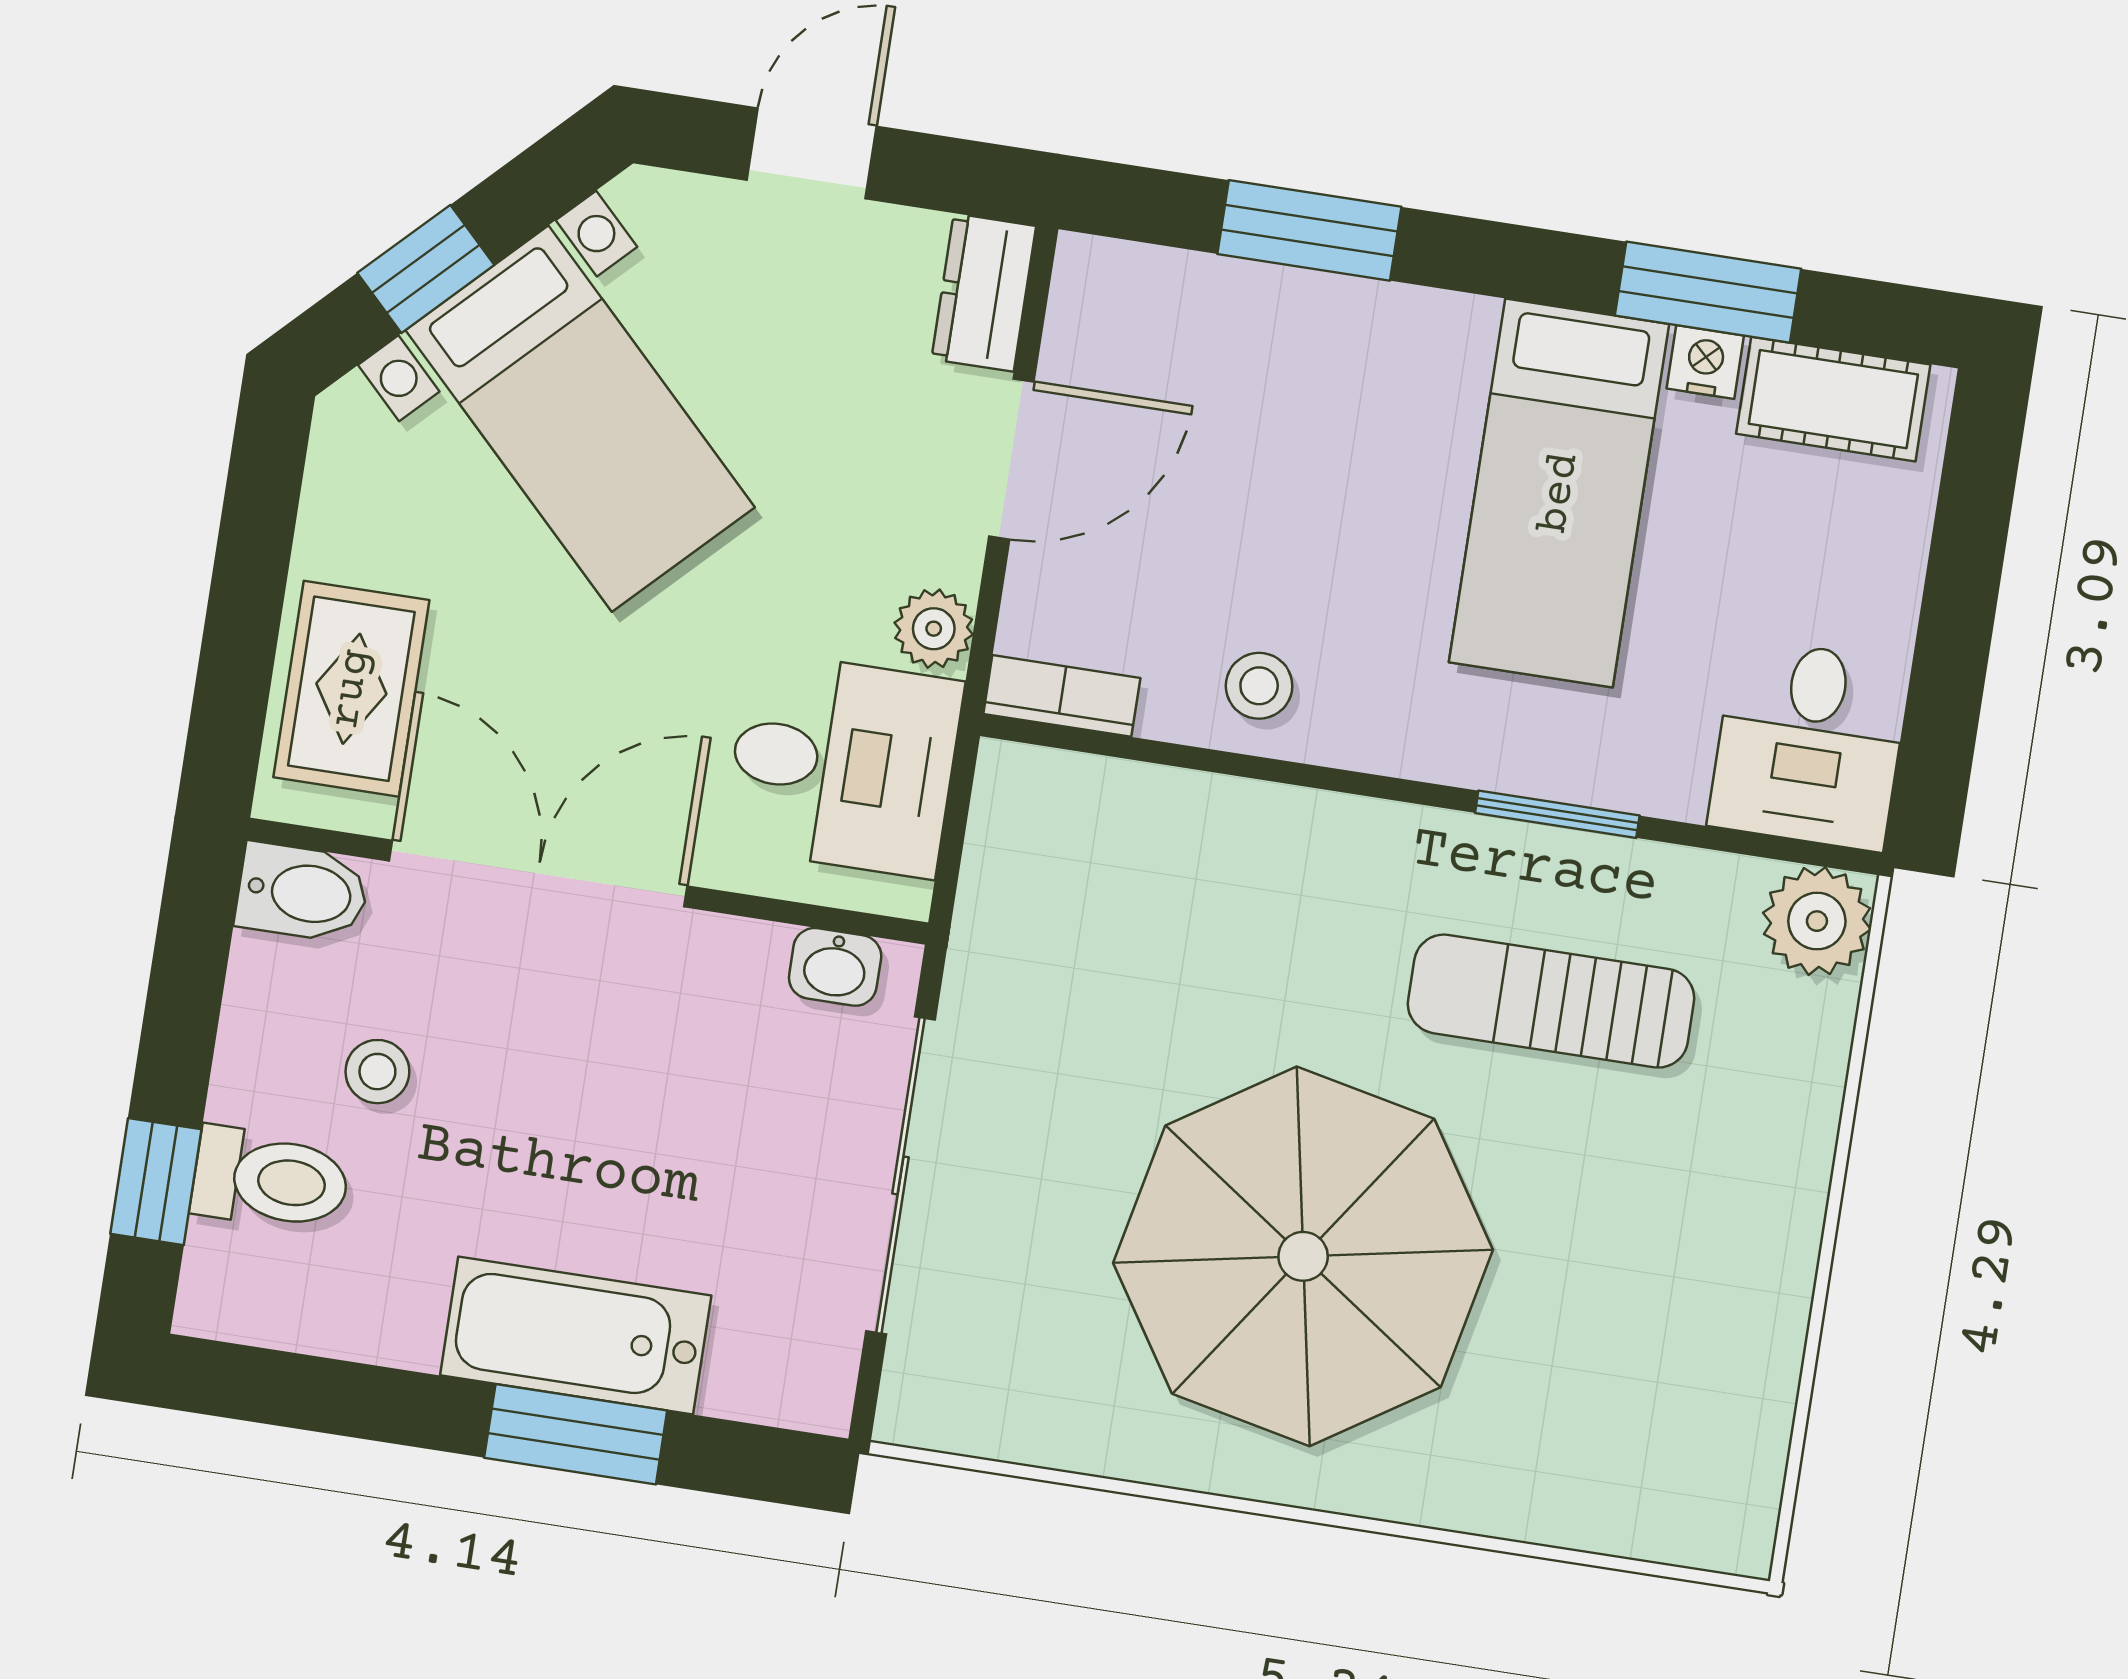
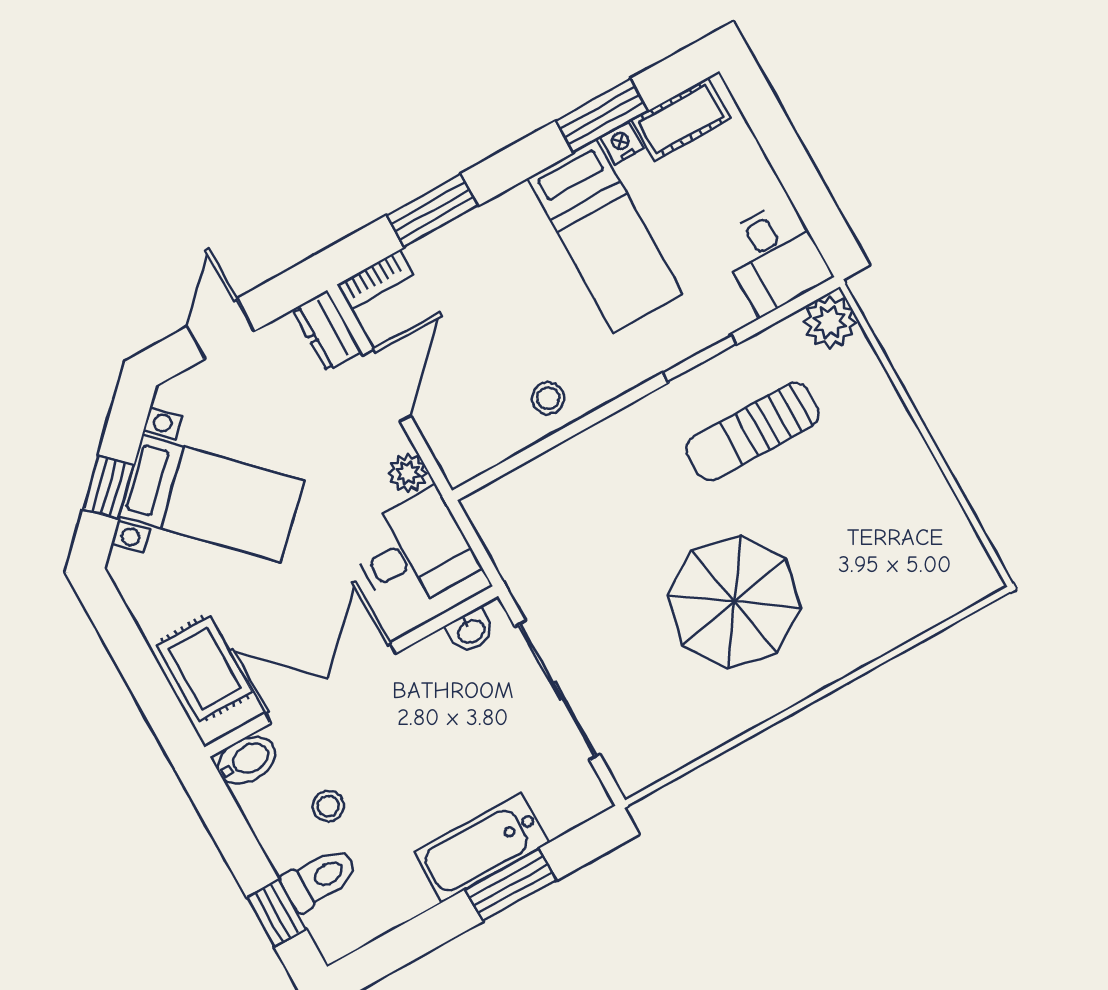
bookcase: (1062, 696) -> (375, 280), moved, turned 180
parasol: (1303, 1256) -> (734, 602), width x0.73, depth x0.73

